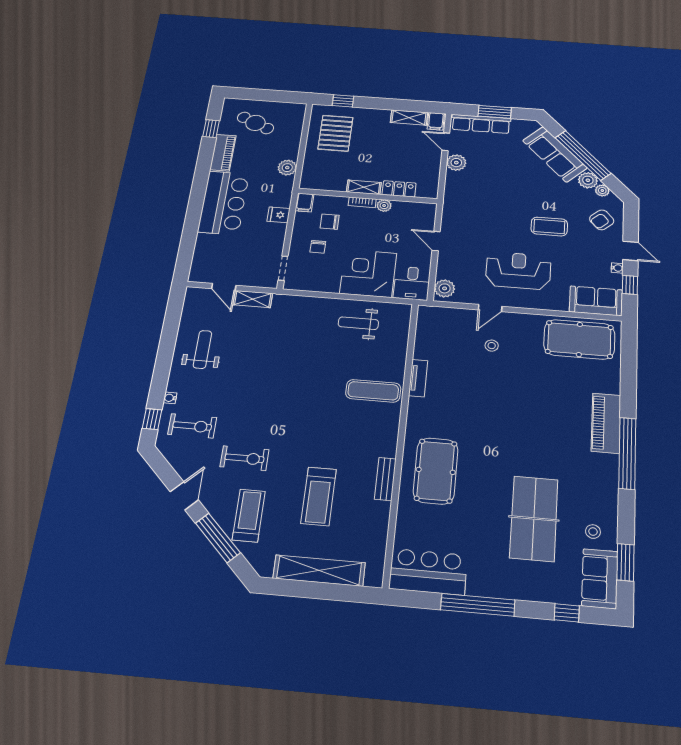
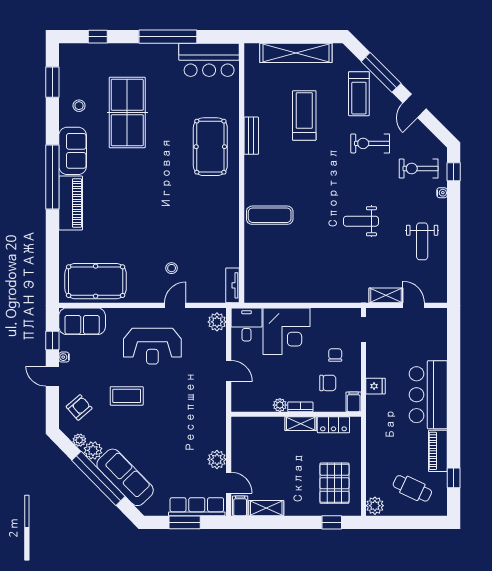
plant: (287, 168) -> (375, 506), moved
locker: (399, 189) -> (333, 425), moved
weight bench: (358, 323) -> (361, 221), moved, turned 180
tv unit: (418, 378) -> (233, 285), moved
sofa: (600, 579) -> (73, 151), moved

